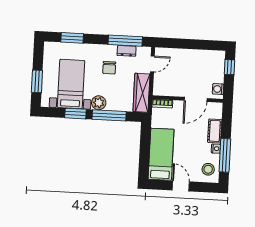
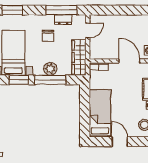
door: (196, 99) -> (129, 61), swing flipped
plant: (99, 103) -> (50, 69), moved

